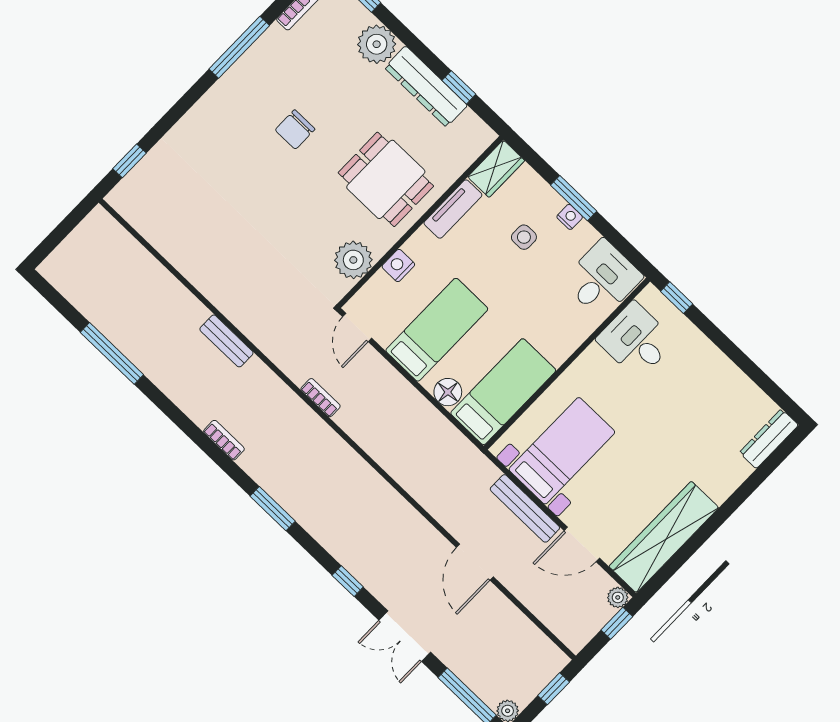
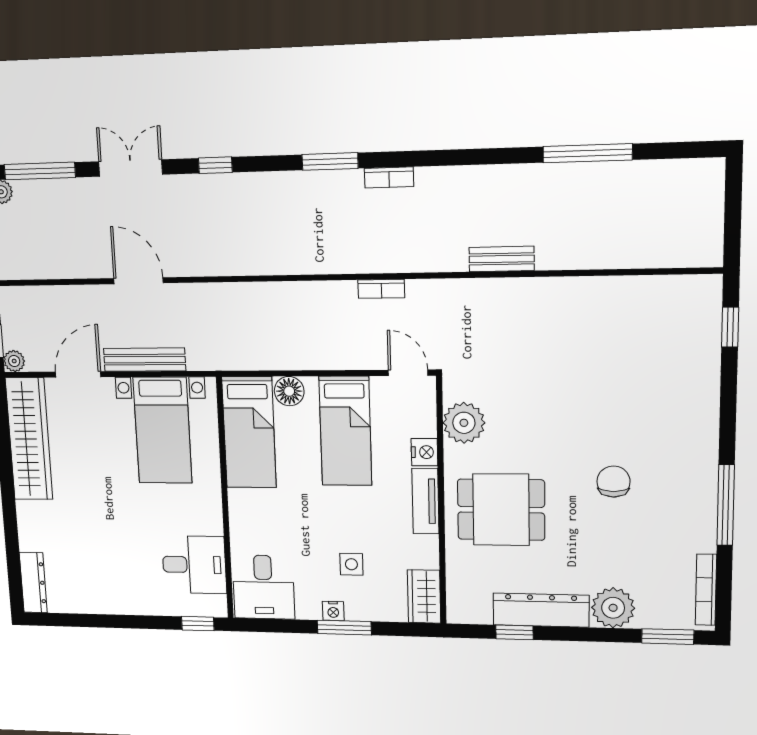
tv unit: (453, 209) -> (425, 501), moved
bookcase: (224, 440) -> (389, 177), moved

